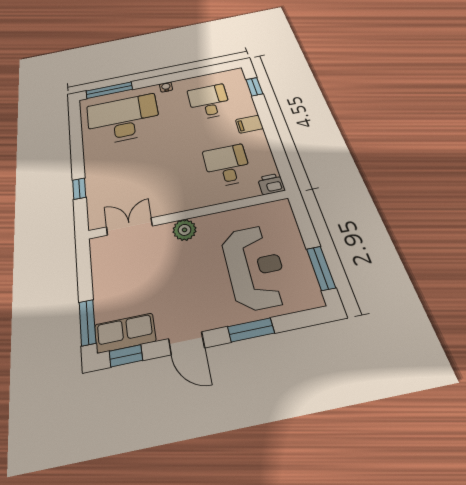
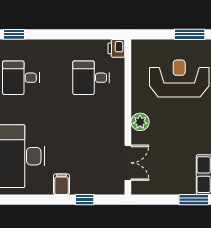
filing cabinet: (249, 124) -> (62, 184), moved, turned 180
double door: (129, 226) -> (128, 163), swing flipped

